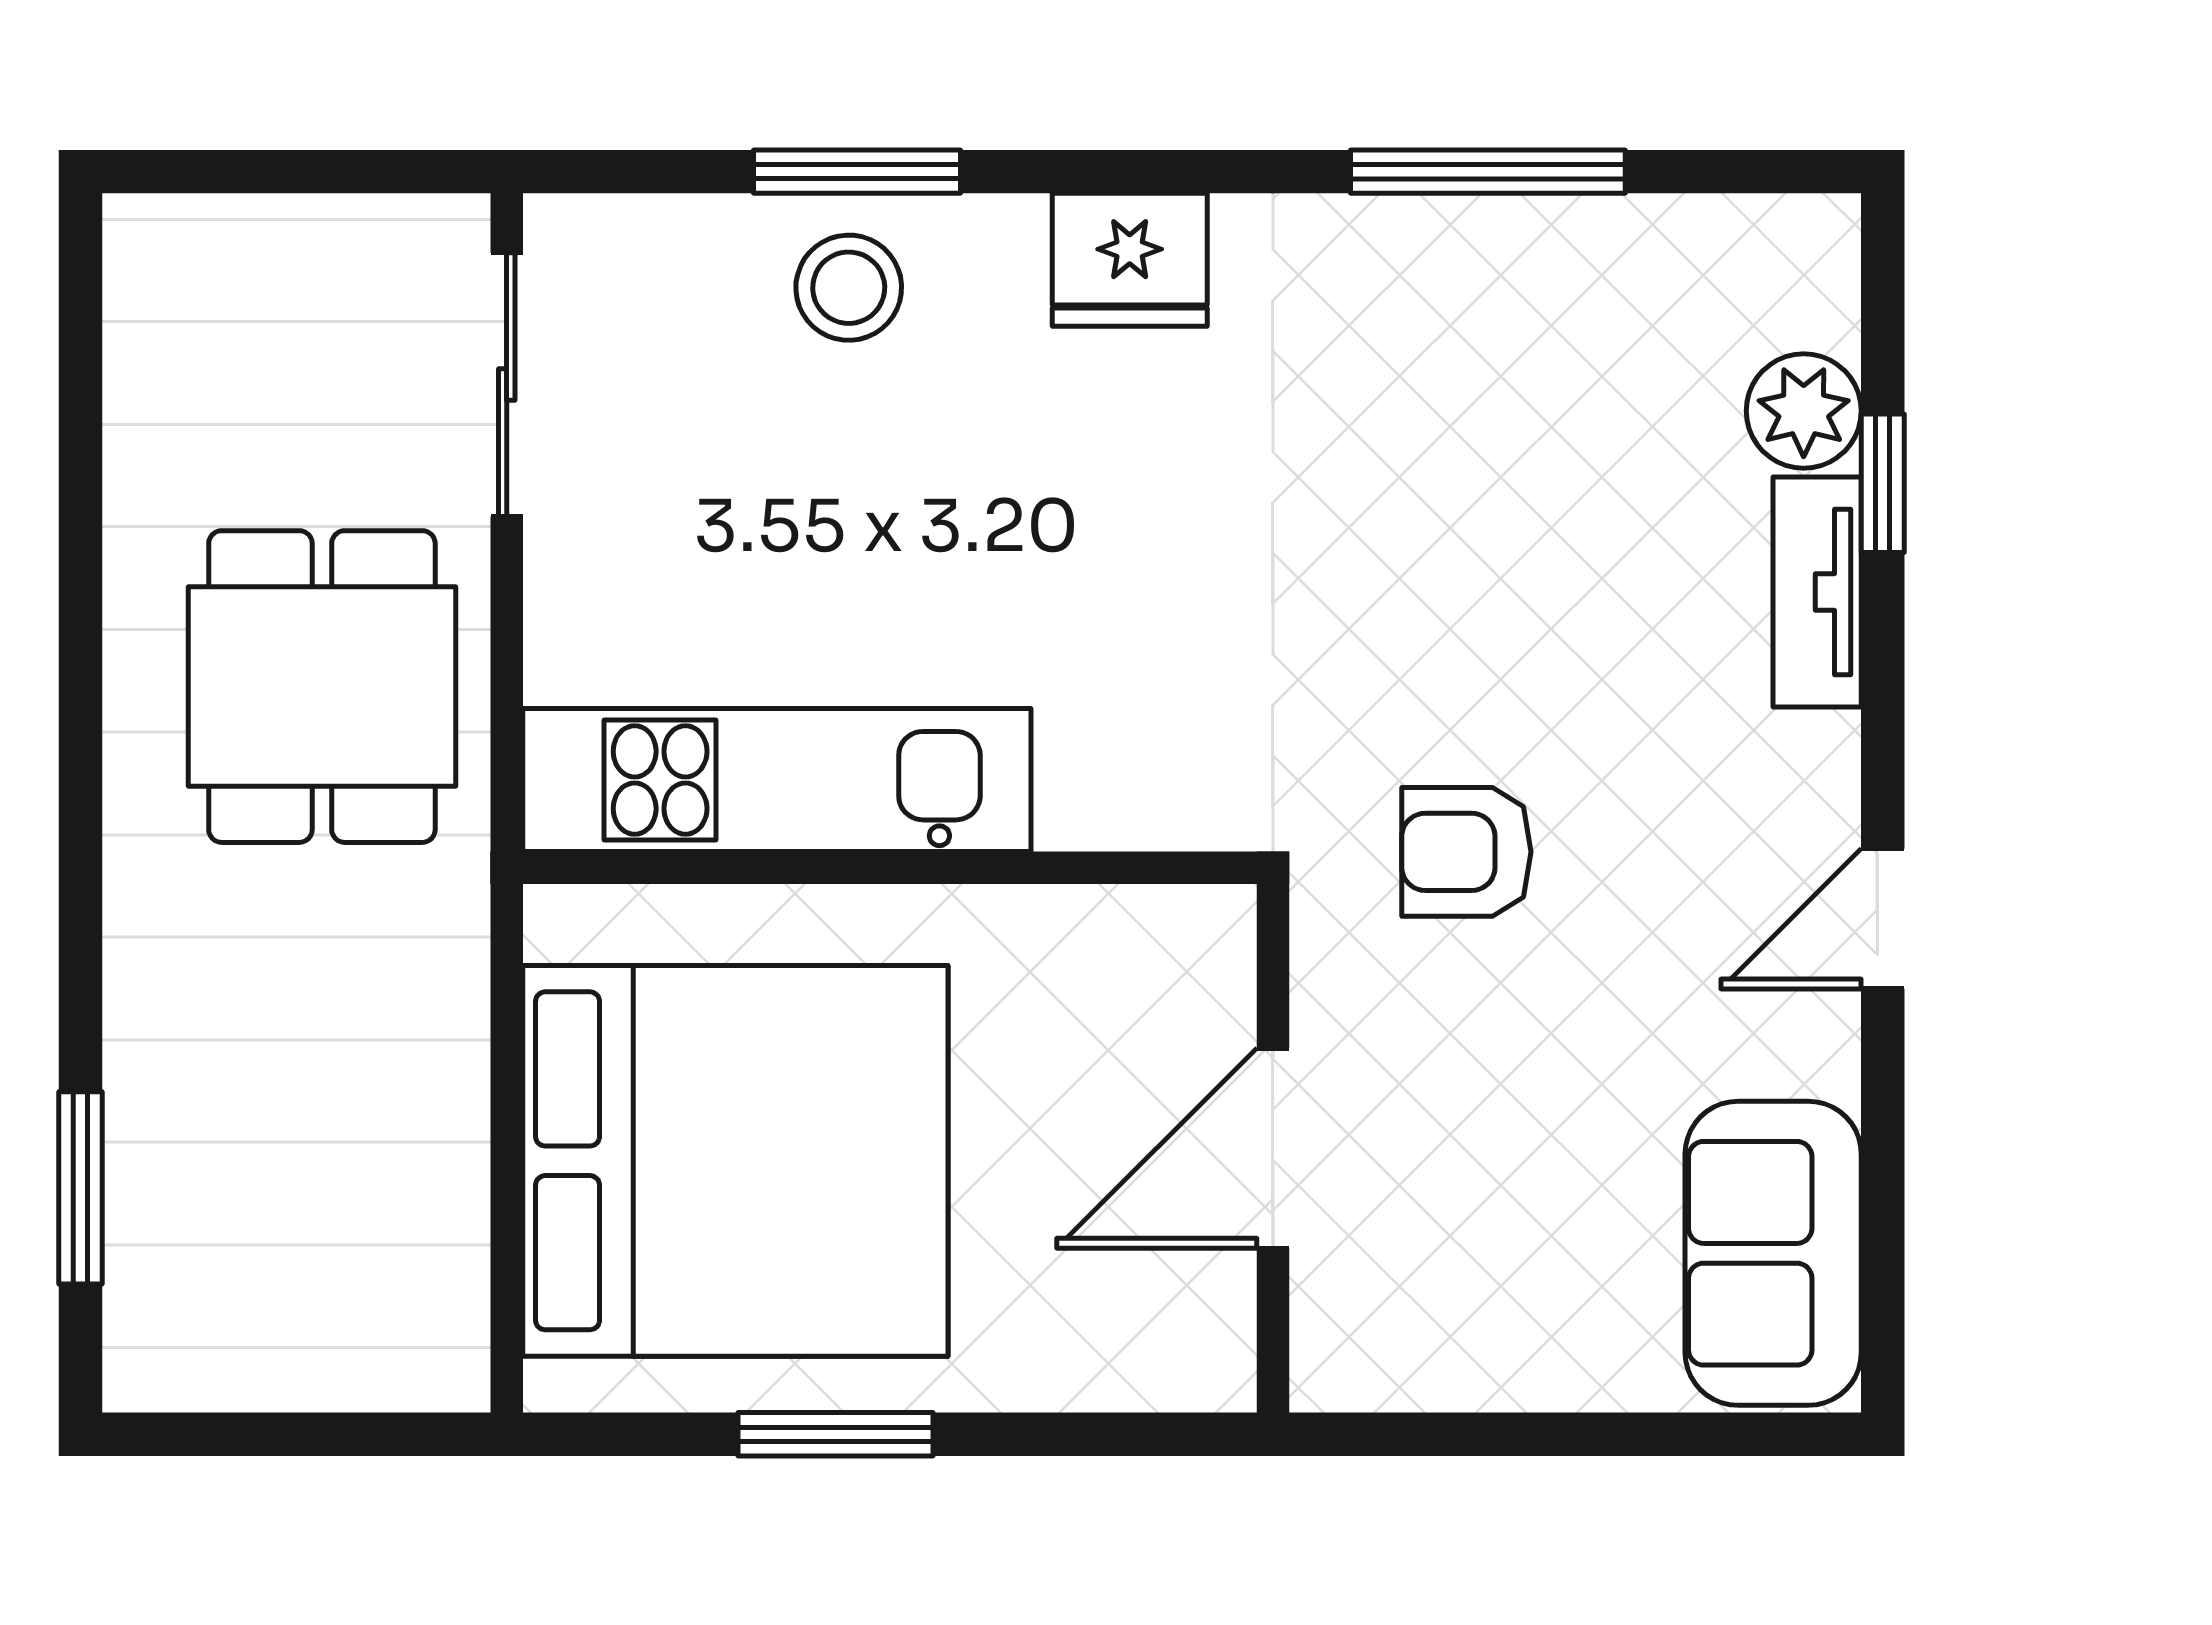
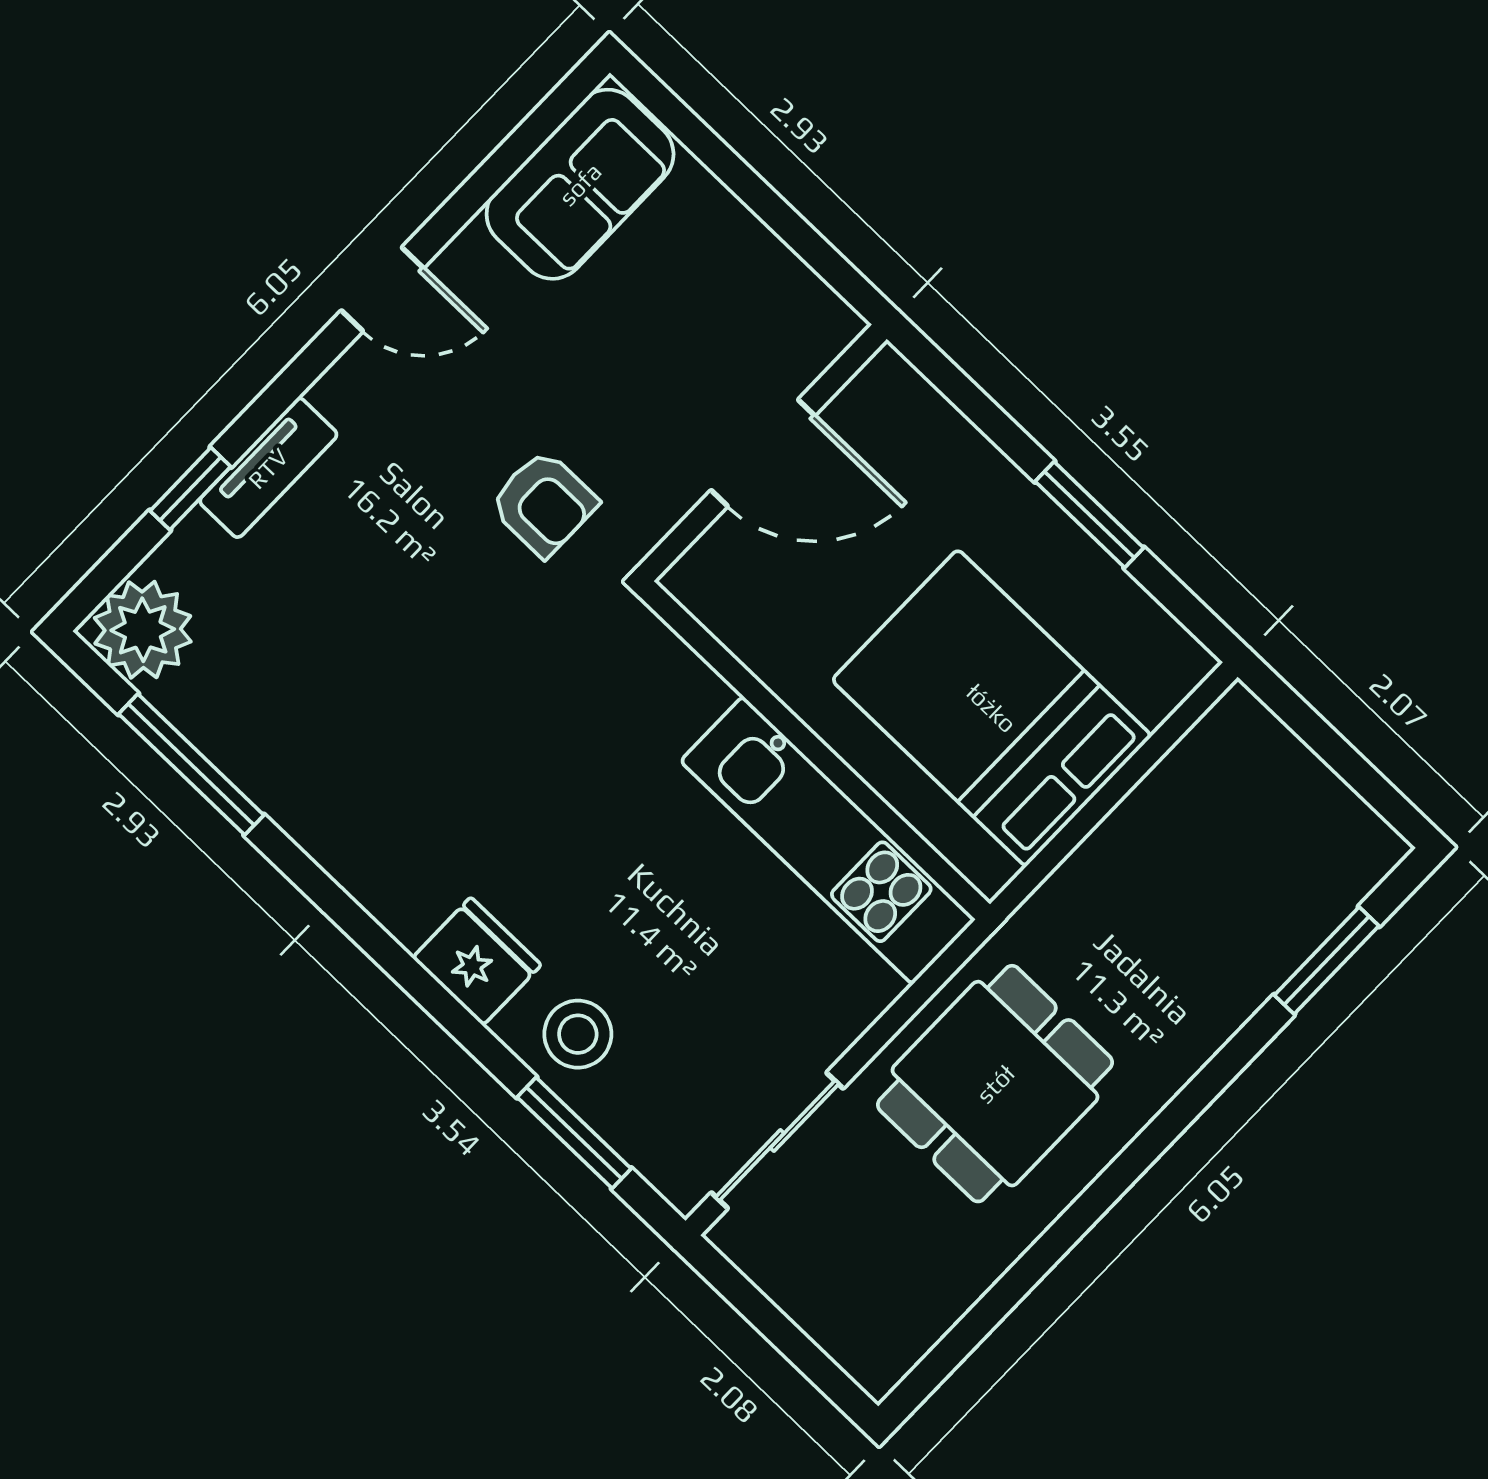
window: (857, 172) -> (574, 1133), moved
window: (1488, 172) -> (191, 764), moved
fridge: (1130, 260) -> (477, 961), moved
plant: (1804, 411) -> (143, 630), moved, width x1.36, depth x1.36
bed: (735, 1161) -> (992, 708), width x0.73

